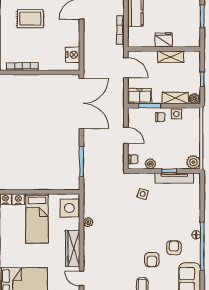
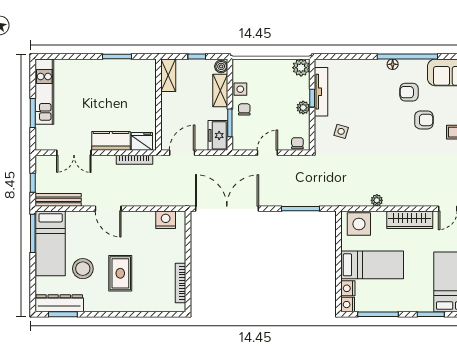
fridge: (164, 40) -> (142, 141), moved, turned 90
shelving: (171, 57) -> (168, 75), moved
plant: (150, 164) -> (303, 108), moved

